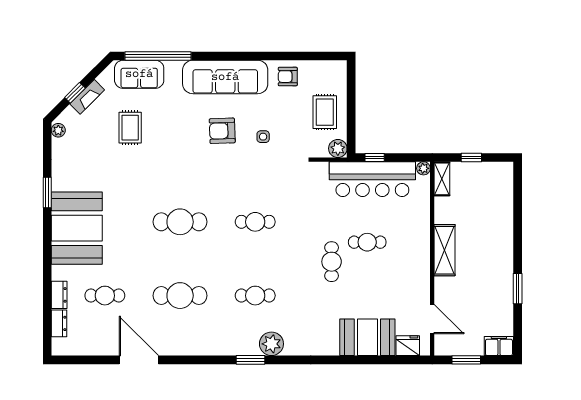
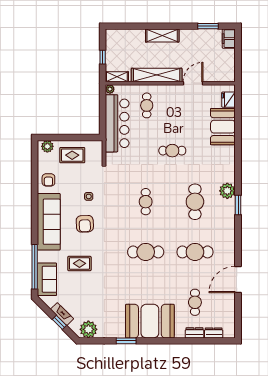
rug: (130, 128) -> (79, 263), moved
plant: (58, 130) -> (88, 329), width x1.88, depth x1.88
plant: (338, 148) -> (47, 146), moved
window: (375, 157) -> (103, 122), removed
cafe table: (180, 222) -> (146, 252), turned 90
cafe table: (367, 242) -> (147, 105), moved
shelving: (504, 247) -> (162, 36), added
shelving: (445, 250) -> (157, 75), width x1.47
window: (518, 289) -> (208, 26), moved
cafe table: (180, 296) -> (195, 252), turned 90
cafe table: (255, 296) -> (195, 202), width x1.37, depth x1.35
door: (432, 319) -> (193, 83), moved
window: (466, 360) -> (238, 60), removed

